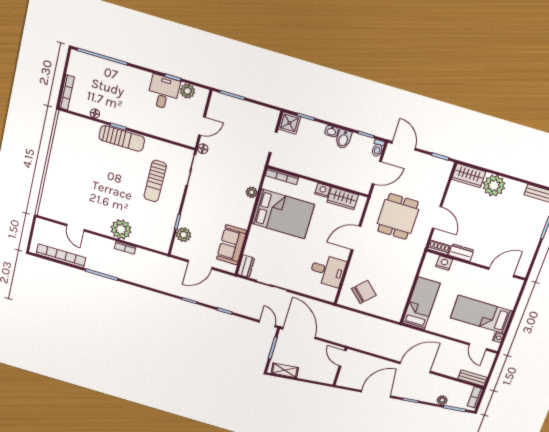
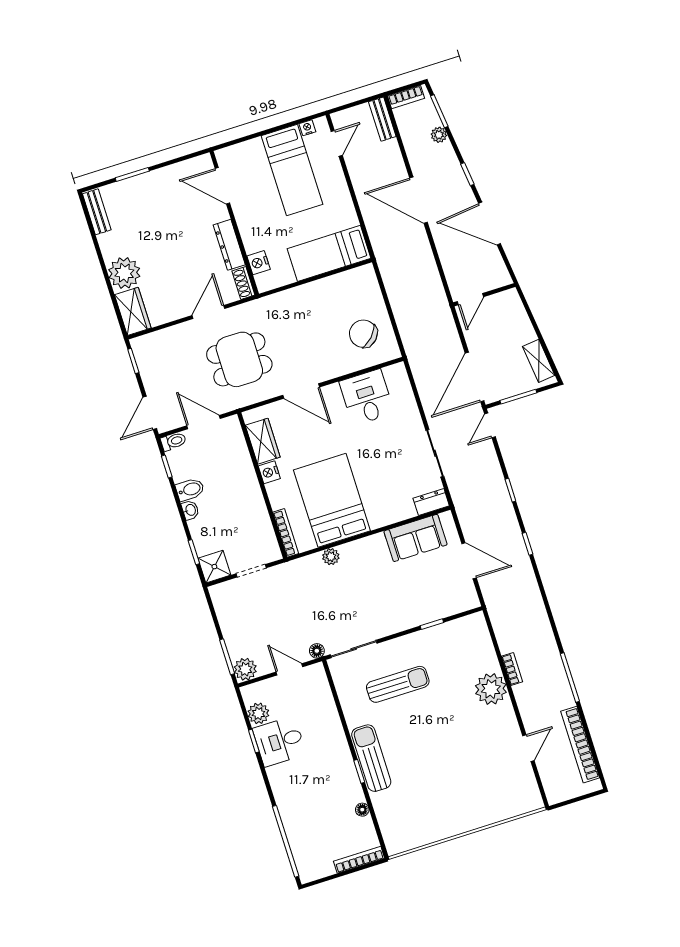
plant: (183, 235) -> (245, 669), moved
dresser: (461, 253) -> (229, 245), width x1.44

